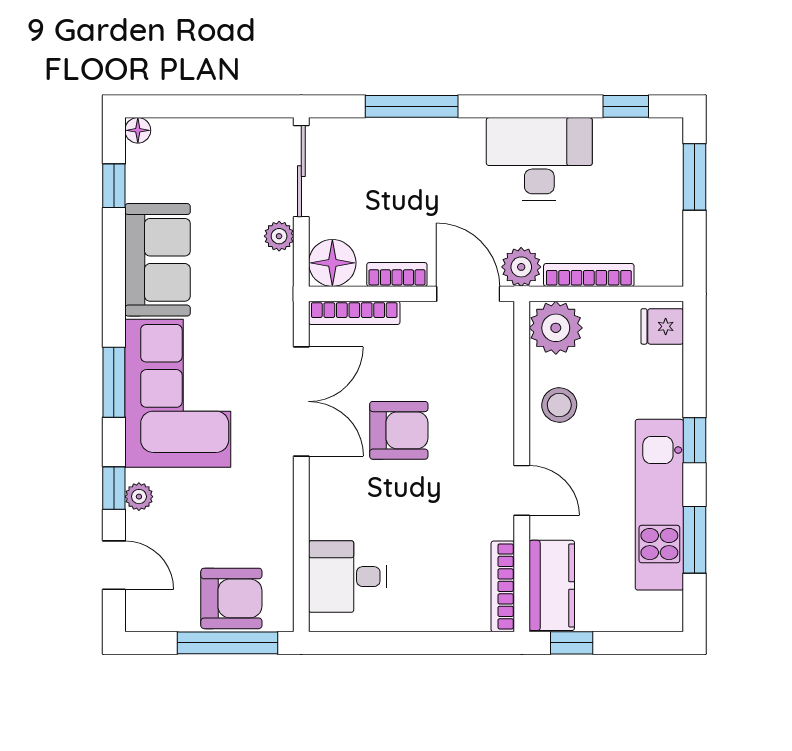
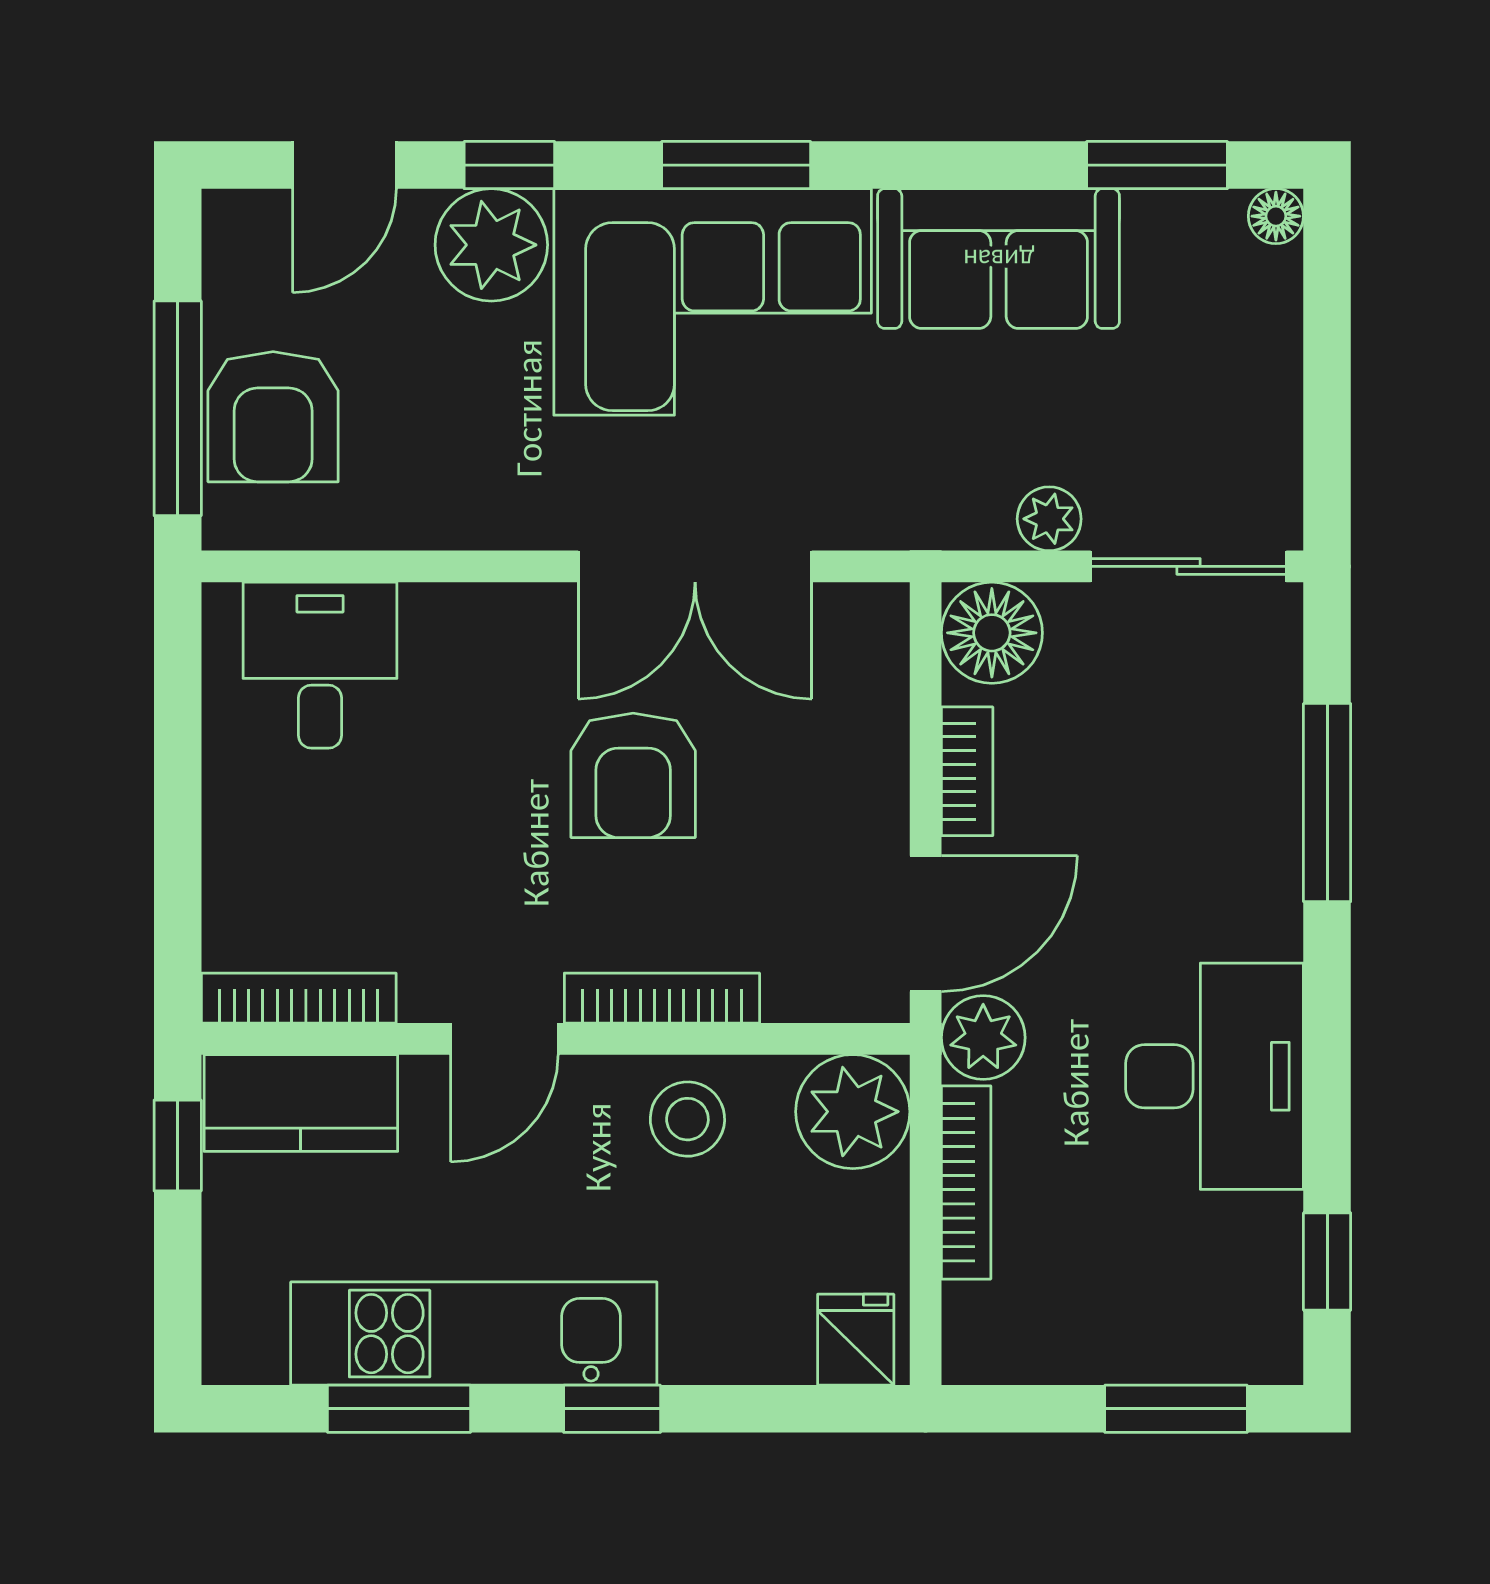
window: (114, 186) -> (1157, 165), width x1.50
bookcase: (354, 313) -> (662, 998), moved, turned 90
plant: (139, 497) -> (491, 245), width x1.87, depth x1.87

